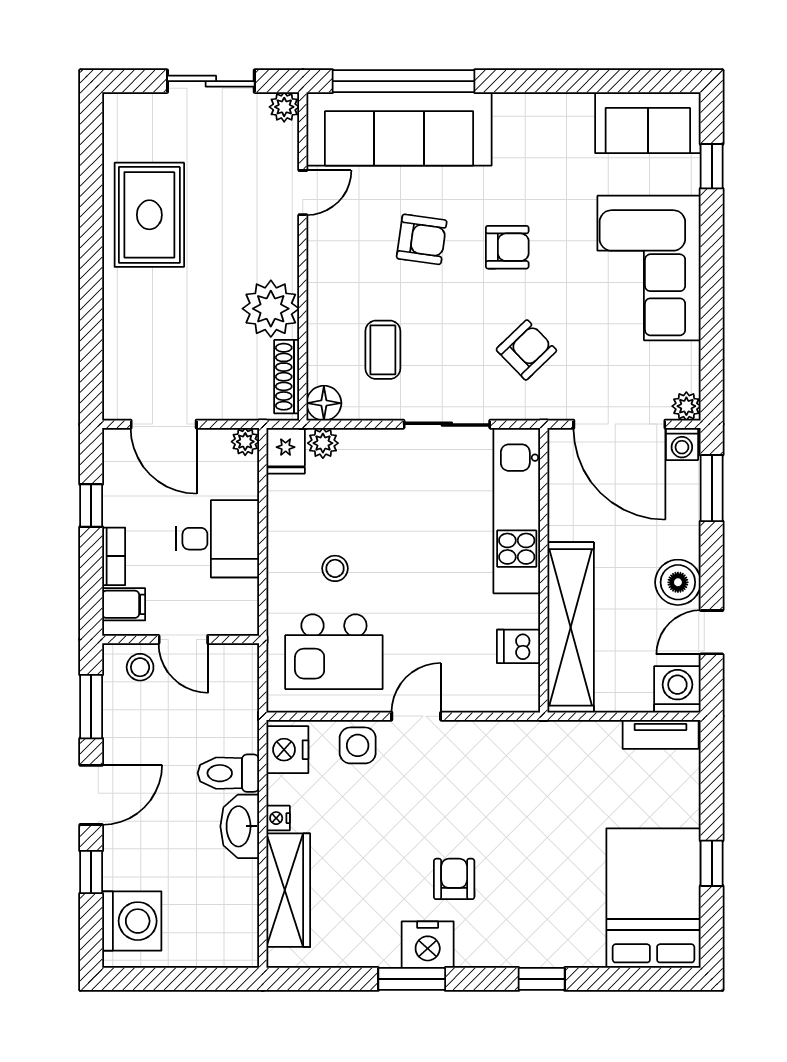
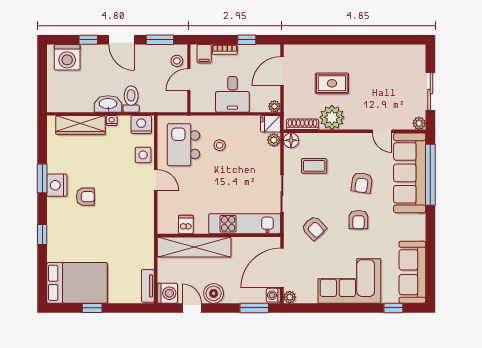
sofa: (648, 123) -> (412, 272), width x1.36
rug: (149, 215) -> (332, 83), moved, width x0.73, depth x0.70

